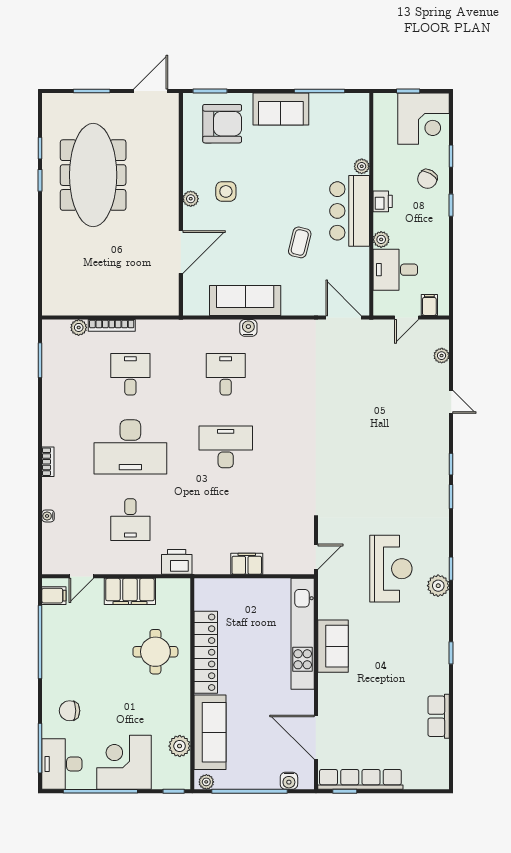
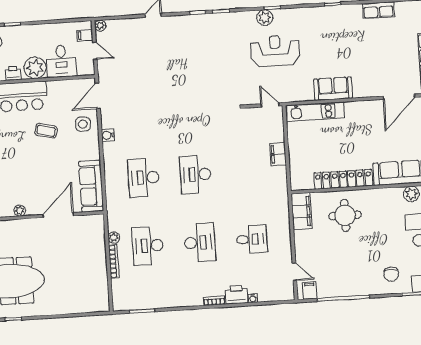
side table: (226, 191) -> (83, 124), moved
plant: (381, 239) -> (35, 68), width x1.88, depth x1.88
door: (181, 252) -> (58, 215), hinge flipped
sofa: (245, 300) -> (91, 186), moved
plant: (79, 327) -> (114, 238), moved
water cooler: (248, 328) -> (108, 135), moved
plant: (442, 356) -> (100, 26), moved
desk: (130, 374) -> (148, 246), width x1.37
desk: (226, 374) -> (144, 178), width x1.37
desk: (130, 447) -> (200, 243), width x0.73, depth x0.77
printer: (177, 562) -> (236, 295), moved, turned 90
plant: (438, 586) -> (265, 18), moved
filing cabinet: (130, 591) -> (302, 211), moved
kitchen unit: (303, 634) -> (315, 112), width x0.73

